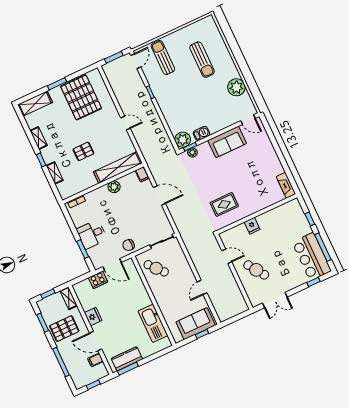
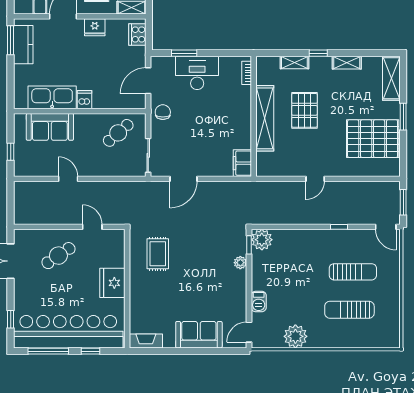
sun lounger: (163, 58) -> (353, 272), moved
barbecue: (201, 133) -> (259, 302), moved
sofa: (227, 142) -> (199, 335), moved, turned 90
pallet: (83, 151) -> (304, 110), width x1.50, depth x1.42
plant: (192, 152) -> (240, 263), moved
shelving: (118, 167) -> (265, 118), moved
filing cabinet: (142, 174) -> (242, 163), width x2.00
plant: (114, 187) -> (243, 128), removed
door: (159, 195) -> (183, 179), moved
fridge: (252, 226) -> (112, 283), width x1.88, depth x1.34
desk: (92, 234) -> (197, 73), width x1.37
door: (227, 256) -> (92, 227), swing flipped
bar counter: (312, 257) -> (68, 332), width x1.86
cooker: (98, 280) -> (137, 34), moved
dishwasher: (145, 301) -> (84, 100), added
sofa: (196, 324) -> (50, 127), moved, turned 90

